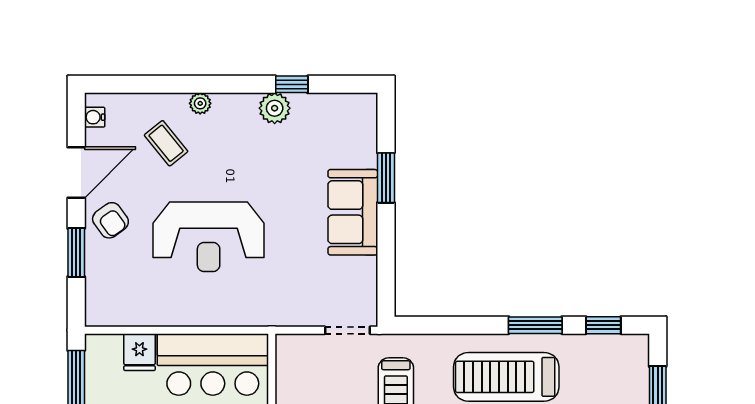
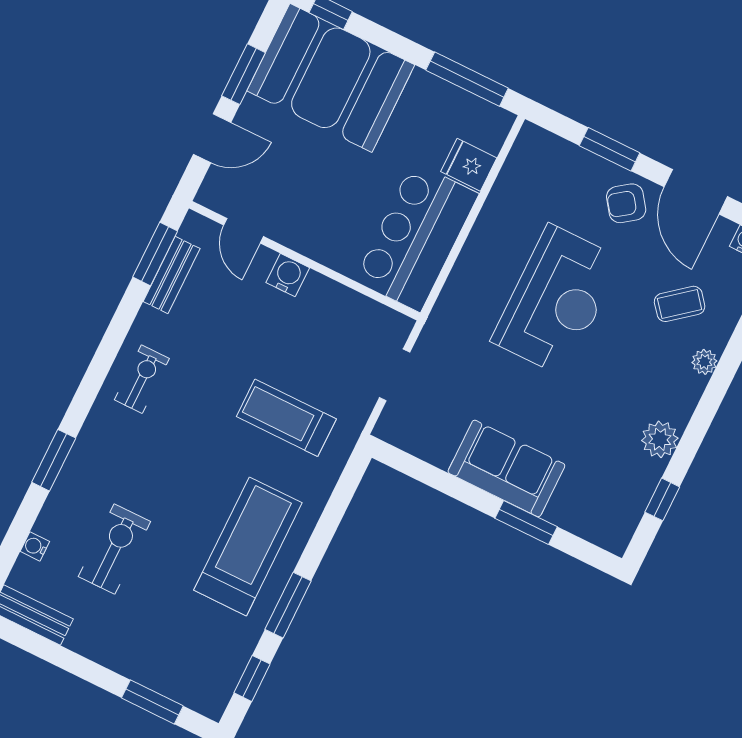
window: (292, 84) -> (662, 499), moved
reception desk: (209, 237) -> (556, 300), turned 180
doorway: (347, 330) -> (395, 375), moved

